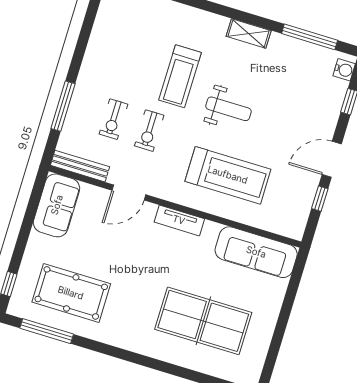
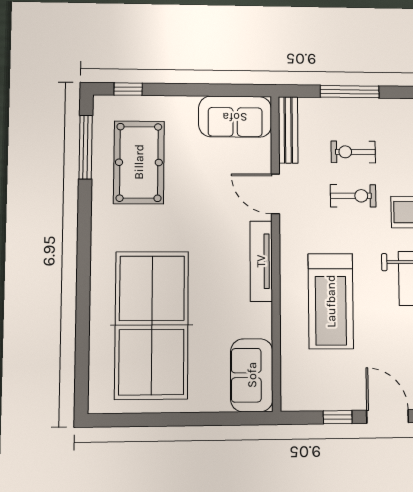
exercise bike: (149, 131) -> (353, 196), turned 180
tv unit: (179, 220) -> (261, 261), width x1.41
sofa: (256, 252) -> (252, 375), width x0.73
table tennis table: (203, 321) -> (152, 325), width x1.36, depth x1.32

